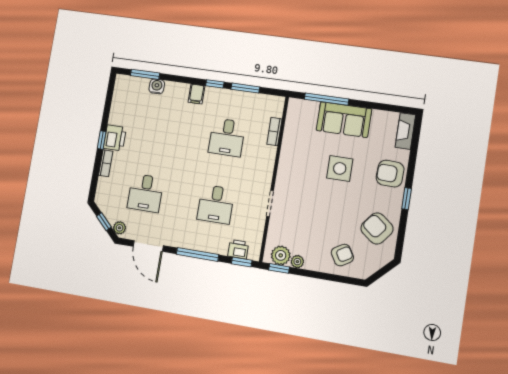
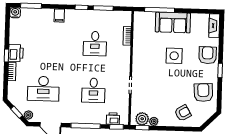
water cooler: (157, 86) -> (15, 13), moved
filing cabinet: (196, 94) -> (59, 16), moved
armchair: (390, 174) -> (208, 55), turned 88
desk: (145, 193) -> (43, 89), width x1.37
armchair: (377, 228) -> (203, 93), turned 49

